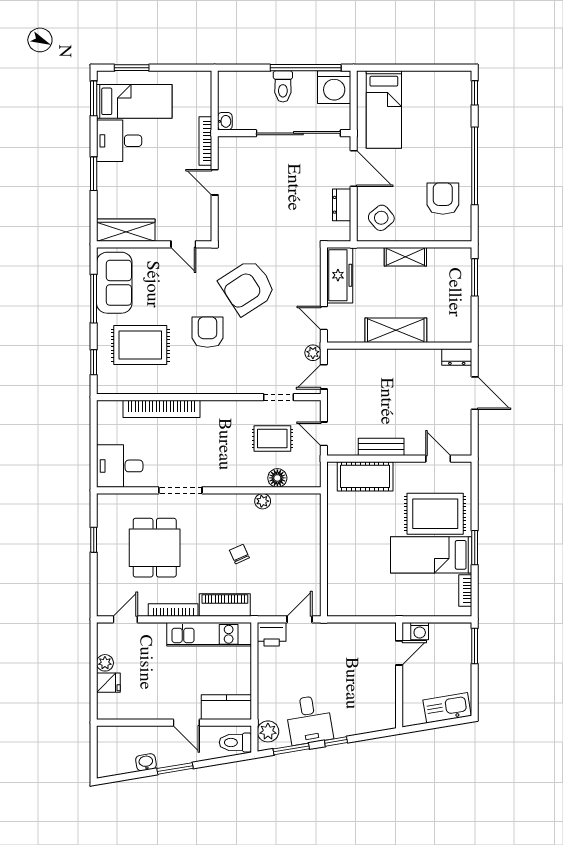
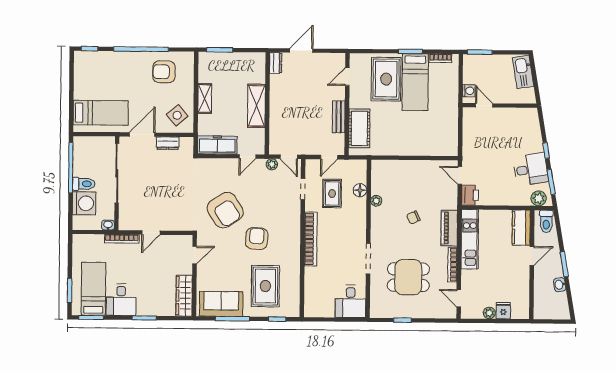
washing machine: (334, 87) -> (84, 203), moved
armchair: (207, 332) -> (257, 239), turned 94
bookcase: (162, 409) -> (311, 239), moved

